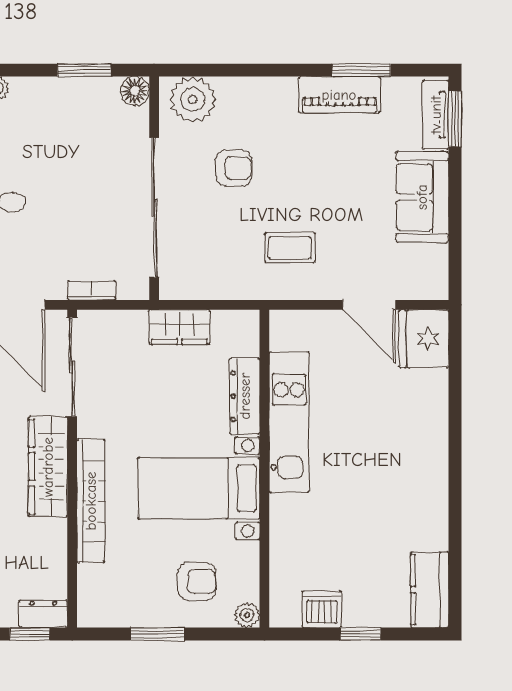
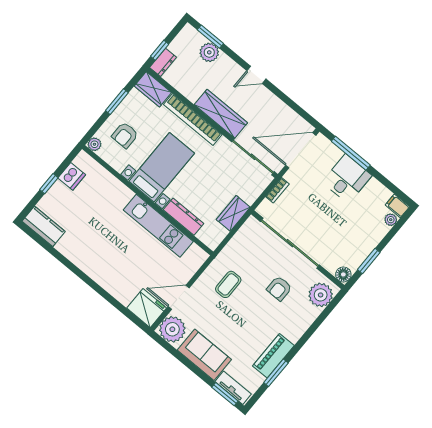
plant: (424, 275) -> (172, 329), added
wardrobe: (95, 596) -> (153, 89), added

